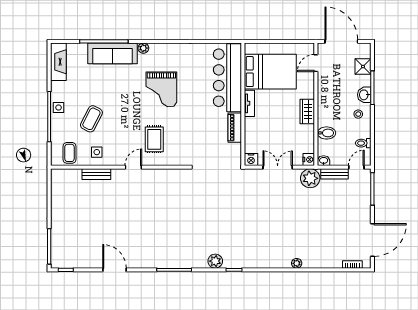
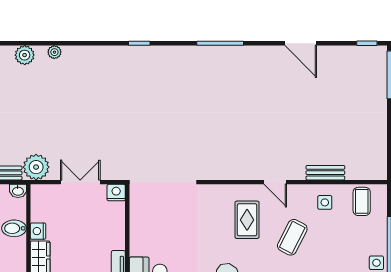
coffee table: (91, 119) -> (292, 237), moved
piano: (235, 128) -> (138, 236), removed
nightstand: (309, 159) -> (38, 231), moved
door: (133, 167) -> (275, 182), hinge flipped
double door: (278, 167) -> (80, 182), swing flipped
plant: (215, 261) -> (25, 55), moved

